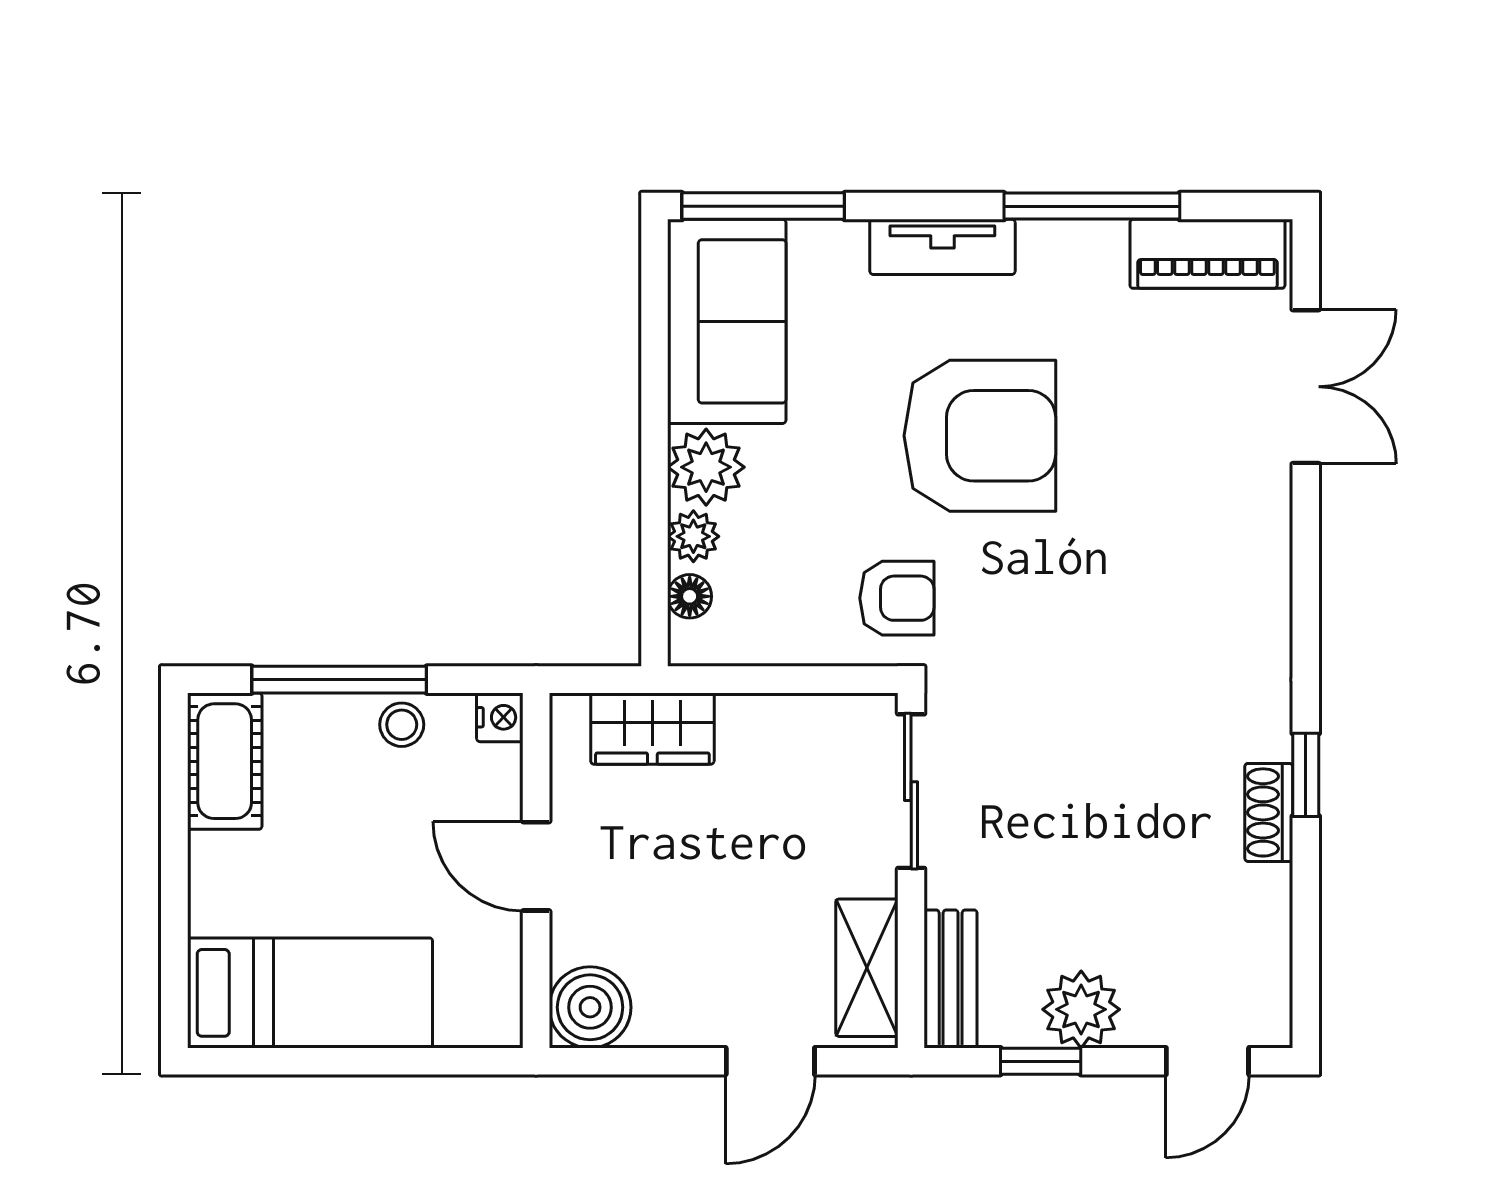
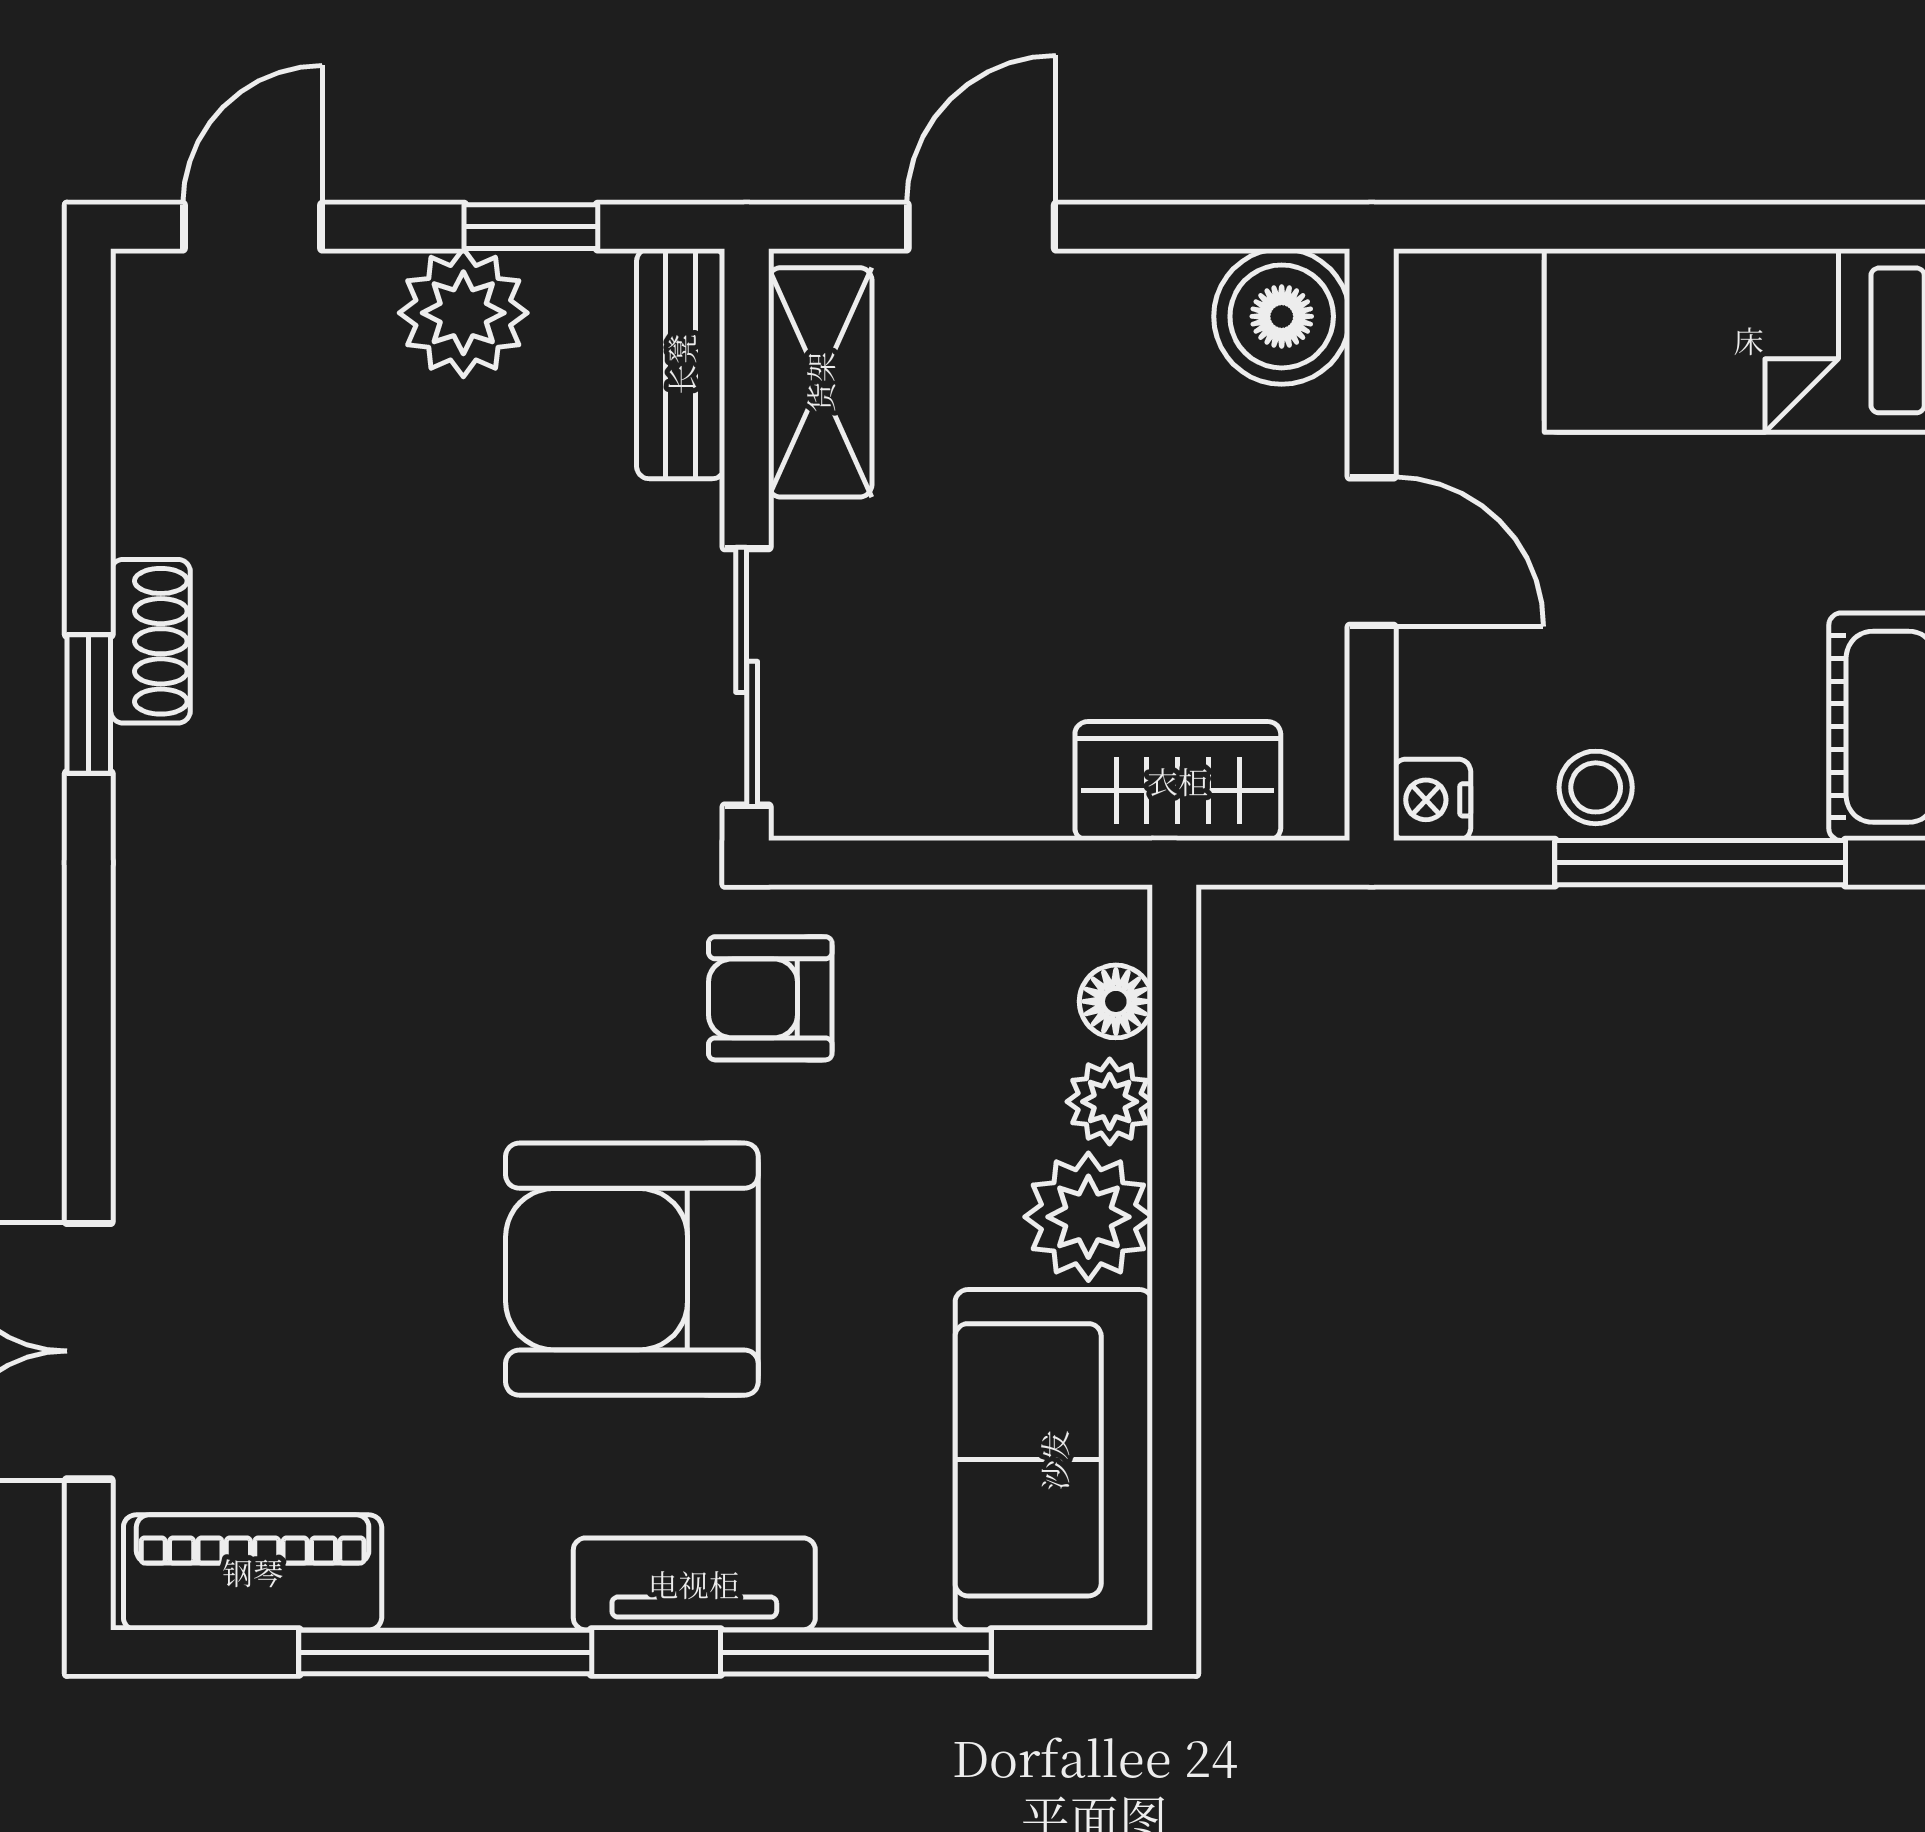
window: (763, 206) -> (856, 1652), moved

